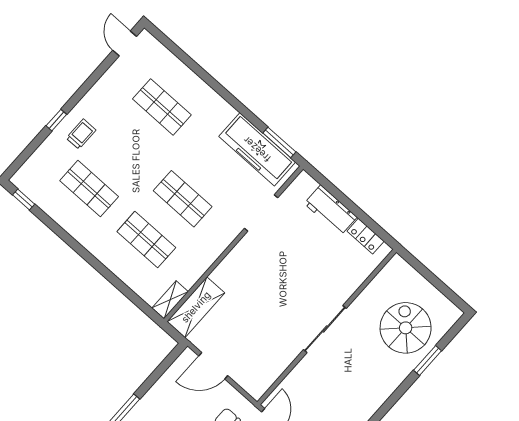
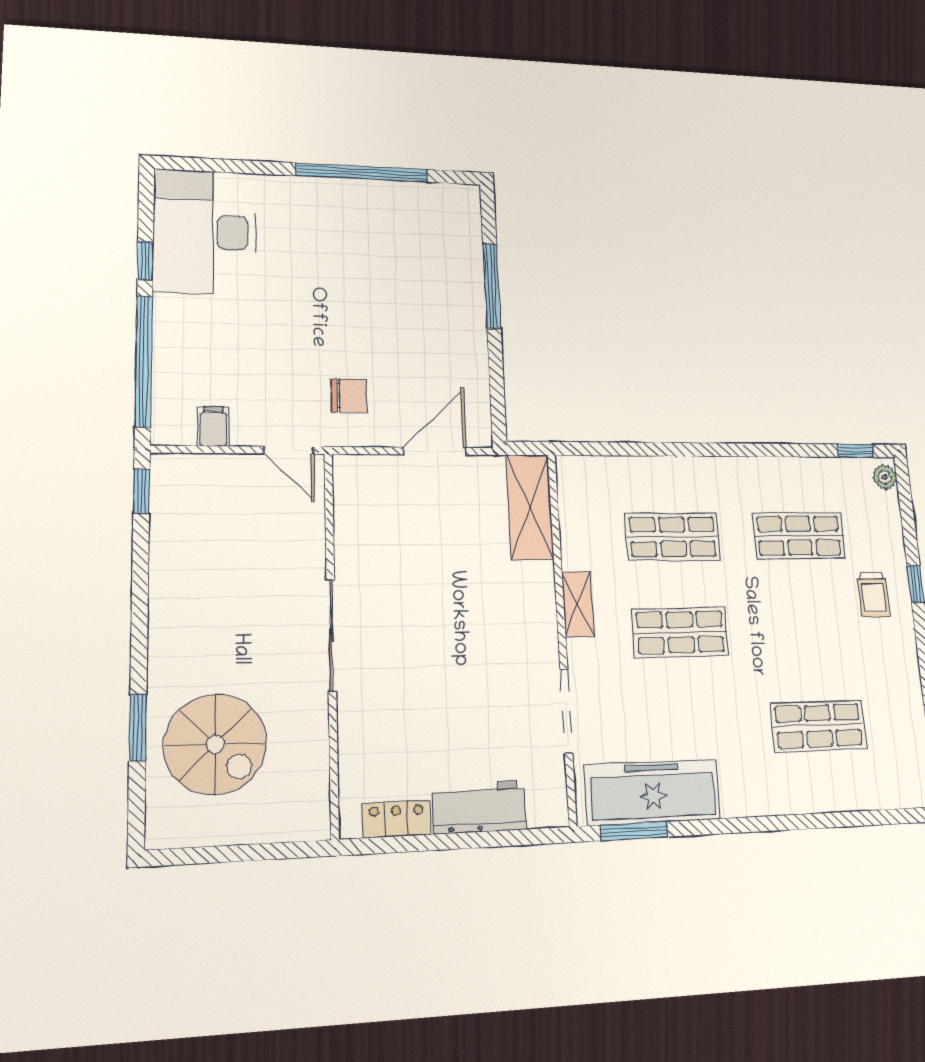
plant: (22, 176) -> (885, 477), added
shelving: (170, 300) -> (578, 604), moved

